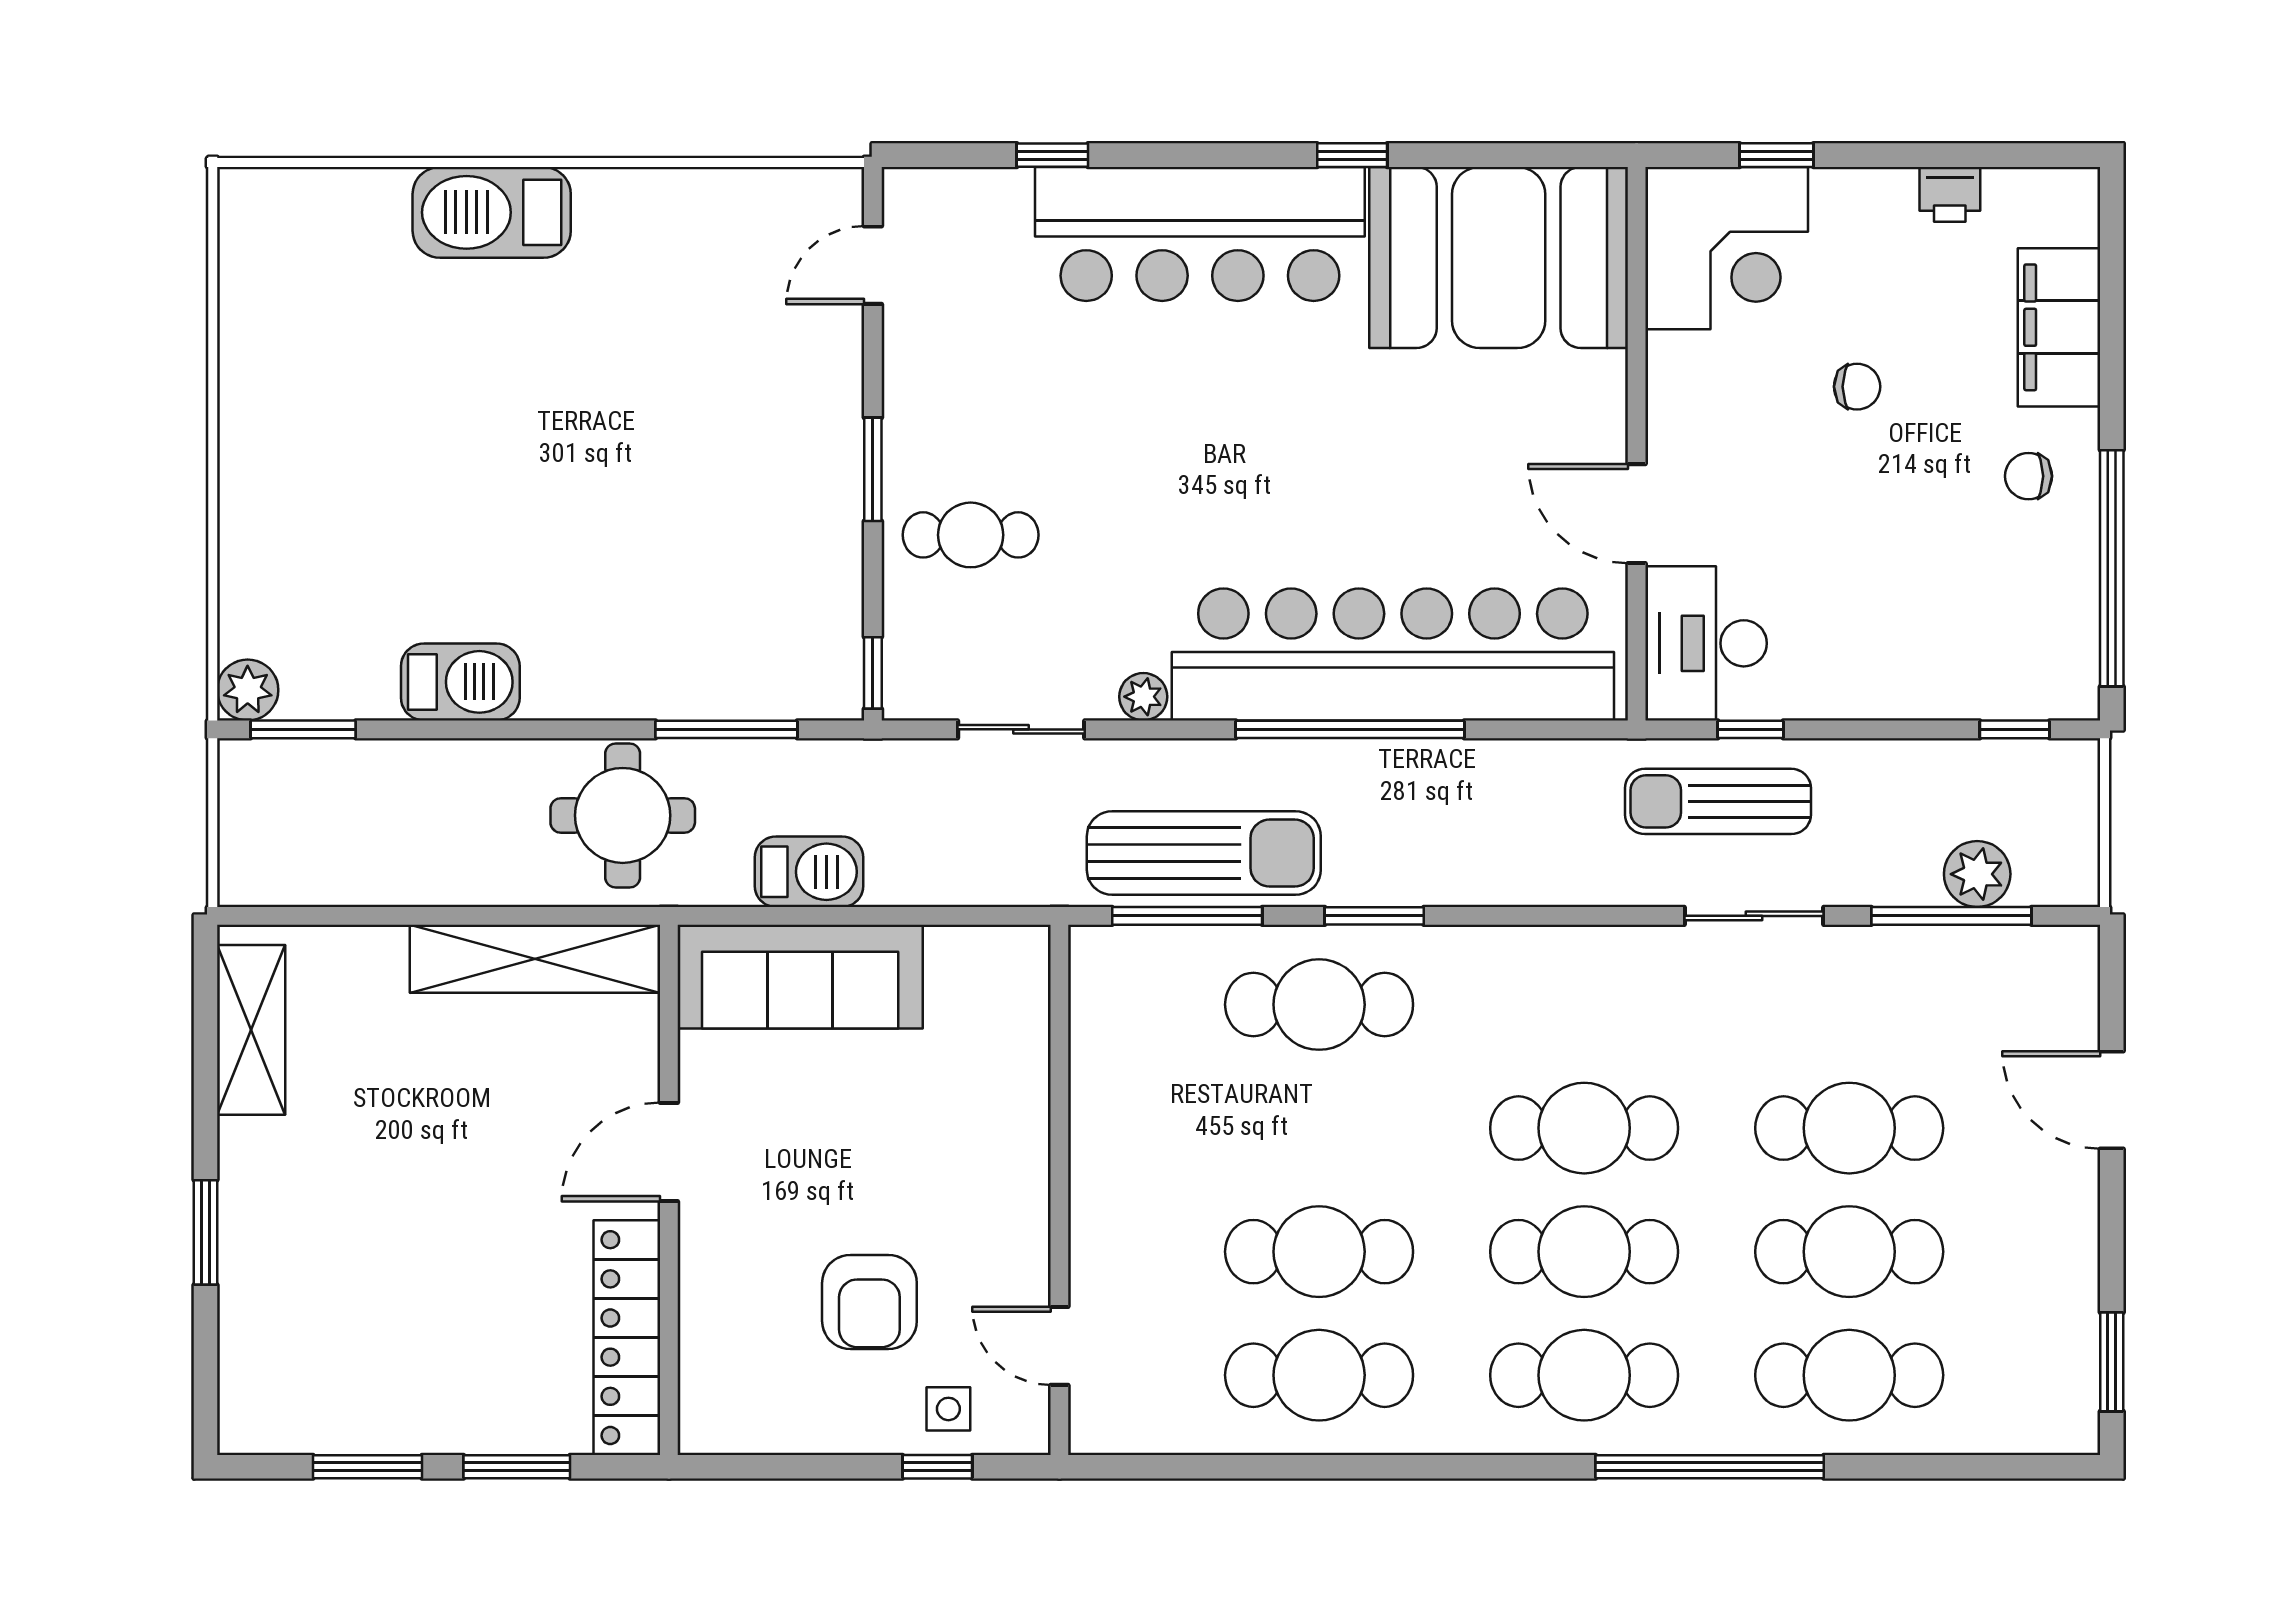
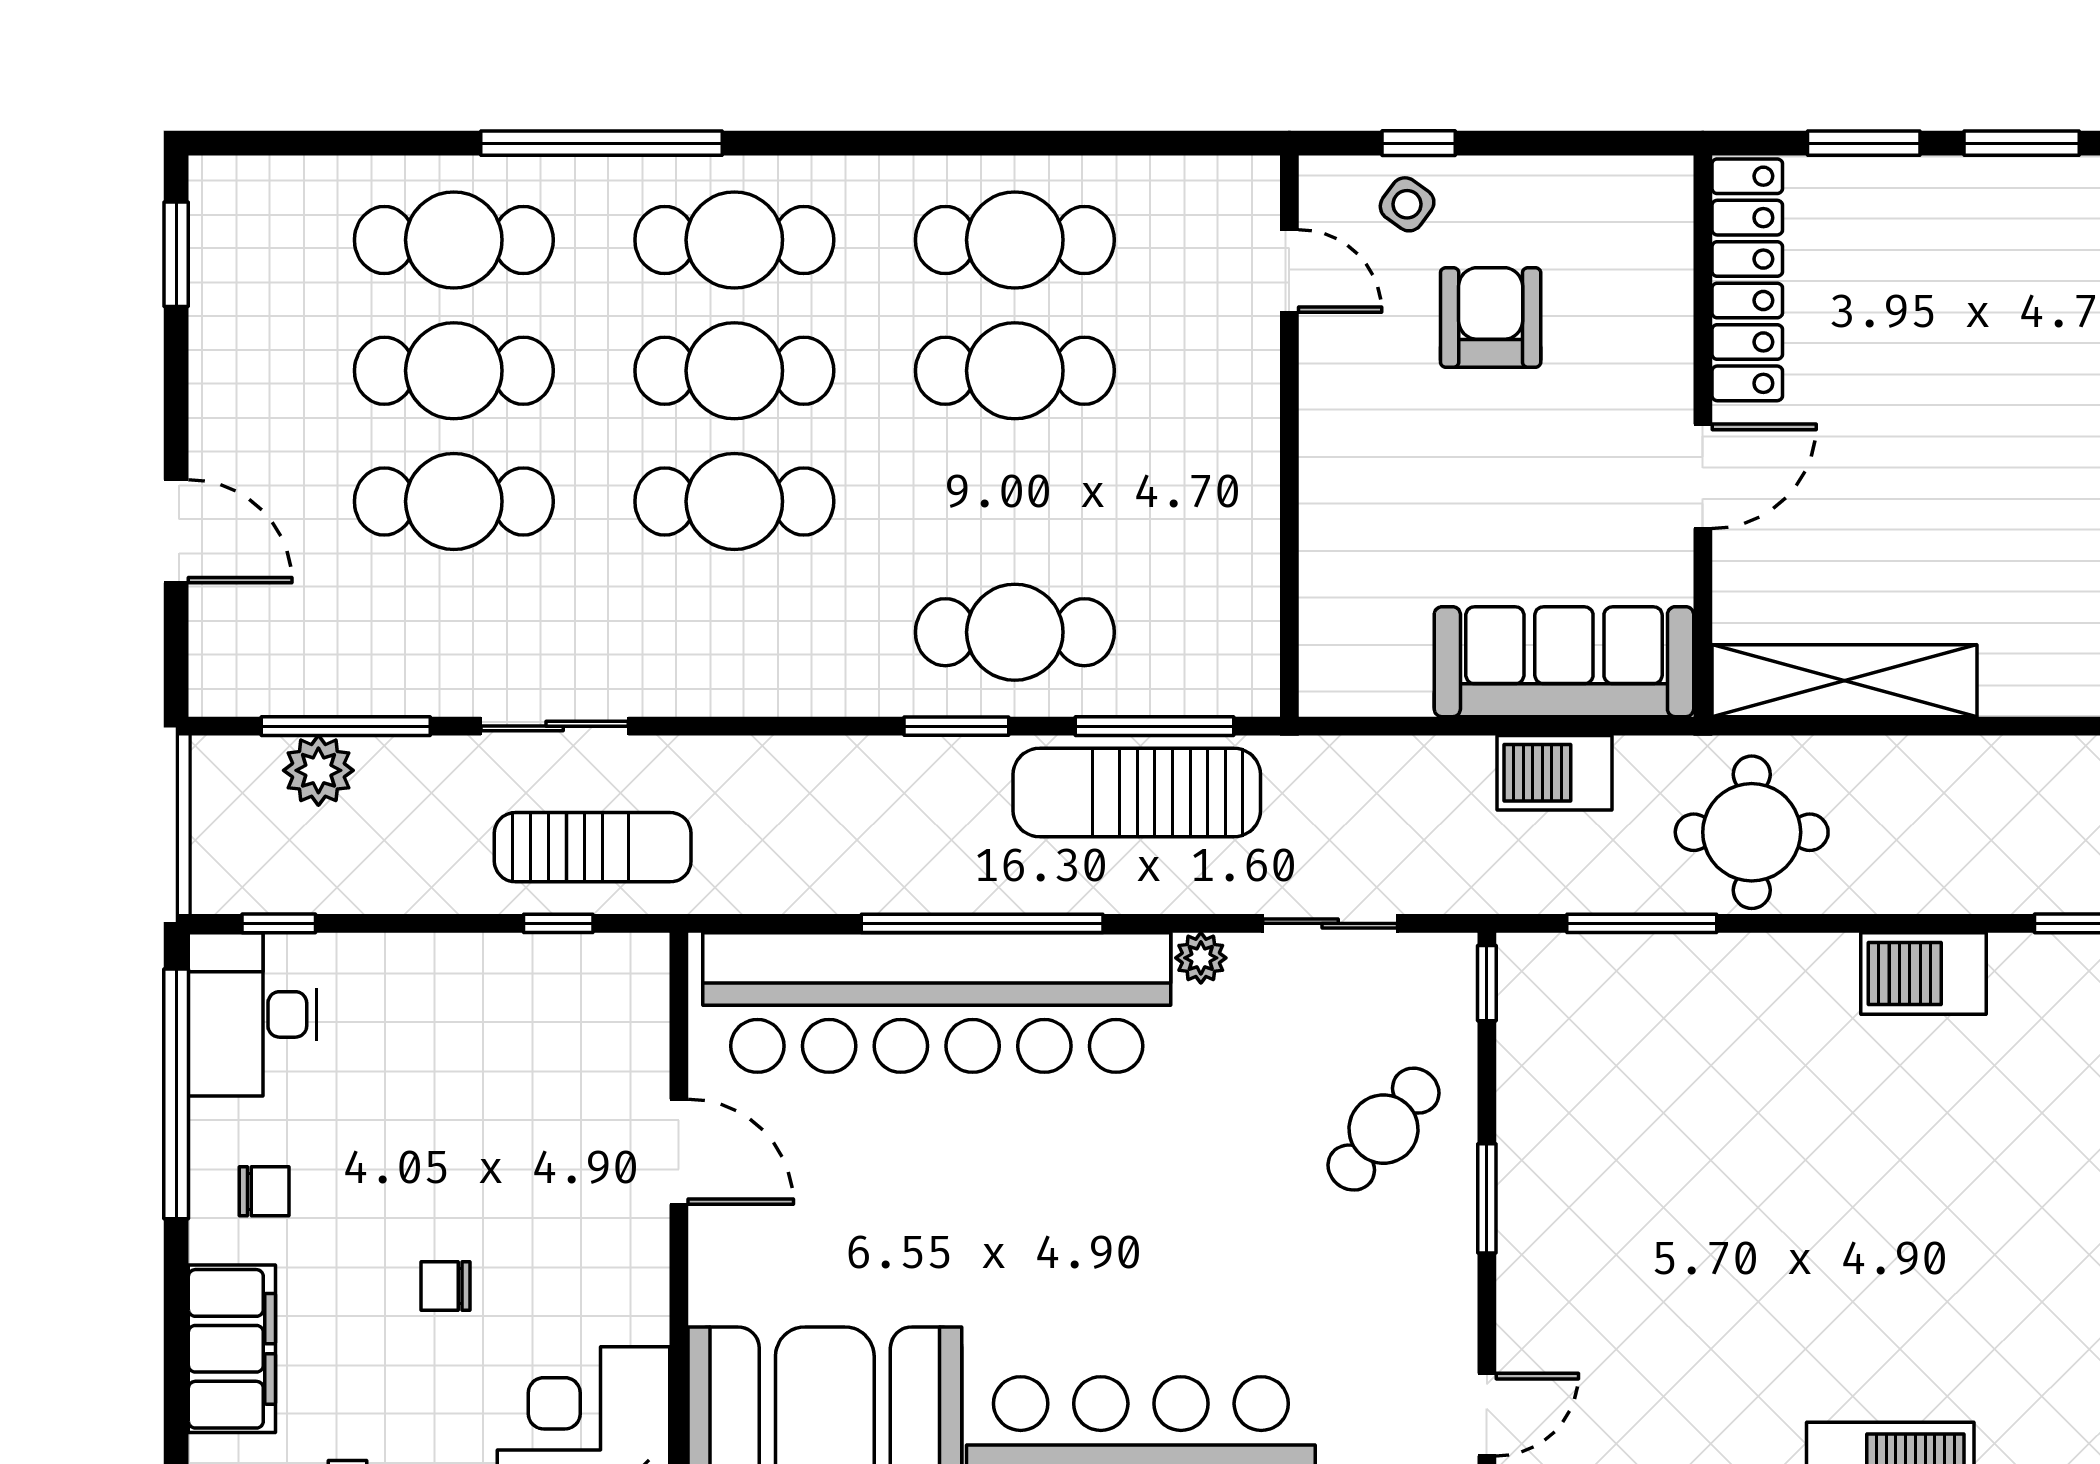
cafe table: (971, 535) -> (1384, 1129), turned -50
desk: (1706, 643) -> (253, 1014), moved, turned 180
side table: (948, 1409) -> (1407, 204), turned 36

